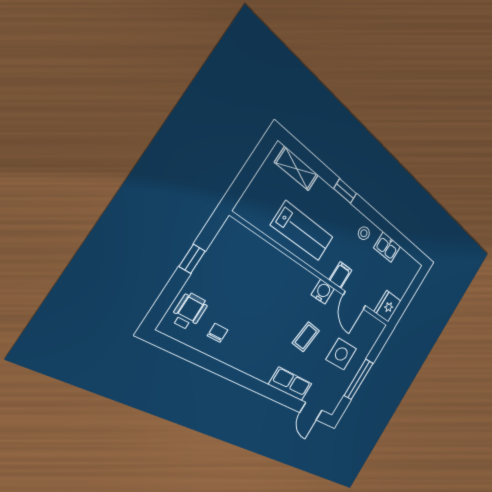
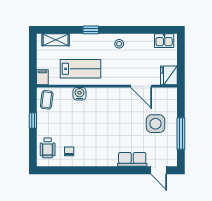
kitchen sink: (387, 247) -> (164, 41), moved
filing cabinet: (340, 275) -> (42, 77), moved
water cooler: (323, 292) -> (80, 94), moved
wheelchair: (189, 311) -> (48, 148), turned 180
coffee table: (306, 337) -> (47, 100), moved

